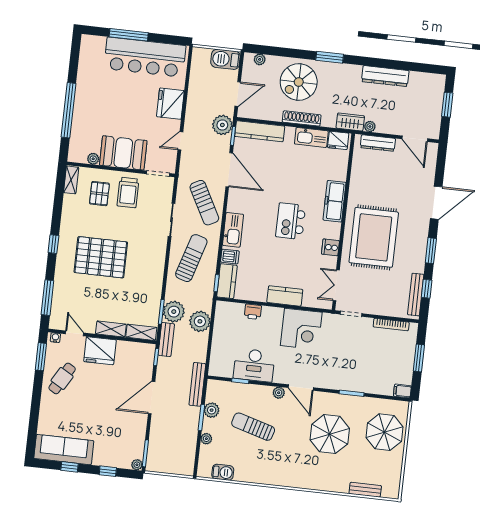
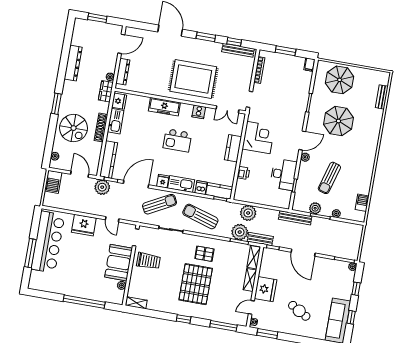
pallet: (99, 194) -> (204, 254), moved
fridge: (235, 205) -> (163, 181), added
cafe table: (62, 378) -> (299, 311), moved

